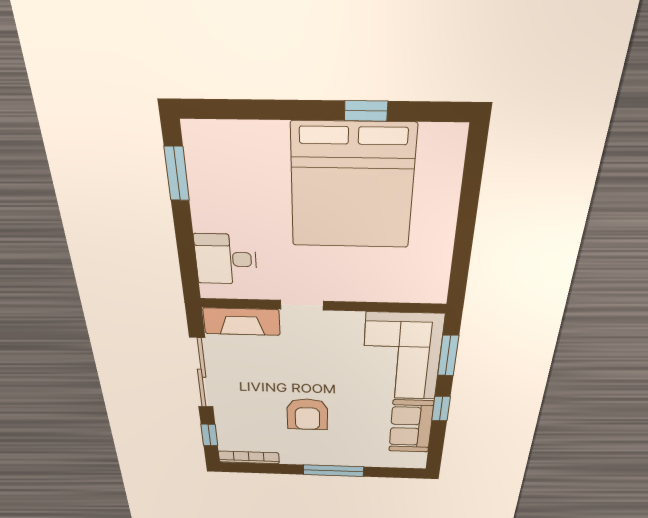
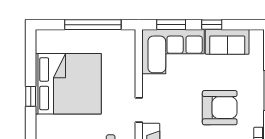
window: (366, 111) -> (31, 96), moved
window: (464, 234) -> (93, 25), added
armchair: (307, 414) -> (220, 108), width x1.36, depth x1.36

